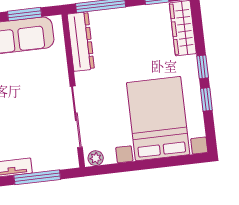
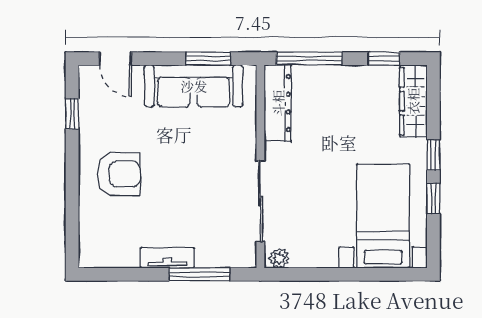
bed with nightstands: (158, 119) -> (383, 216), width x0.73

